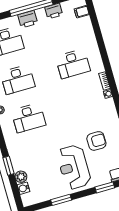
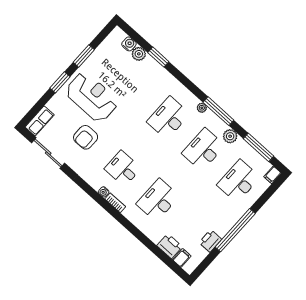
printer: (28, 19) -> (170, 246), moved, turned 90
desk: (84, 102) -> (123, 168), added
window: (105, 187) -> (60, 82), moved

